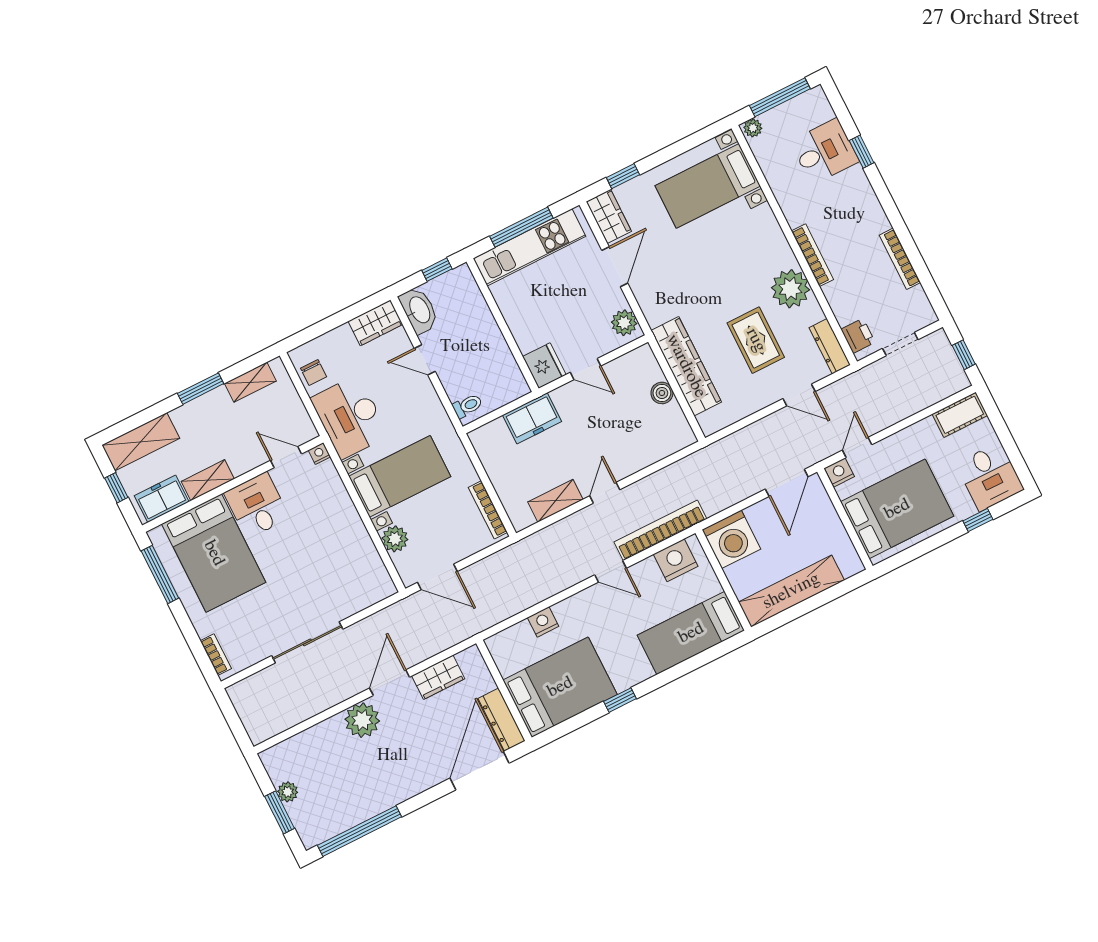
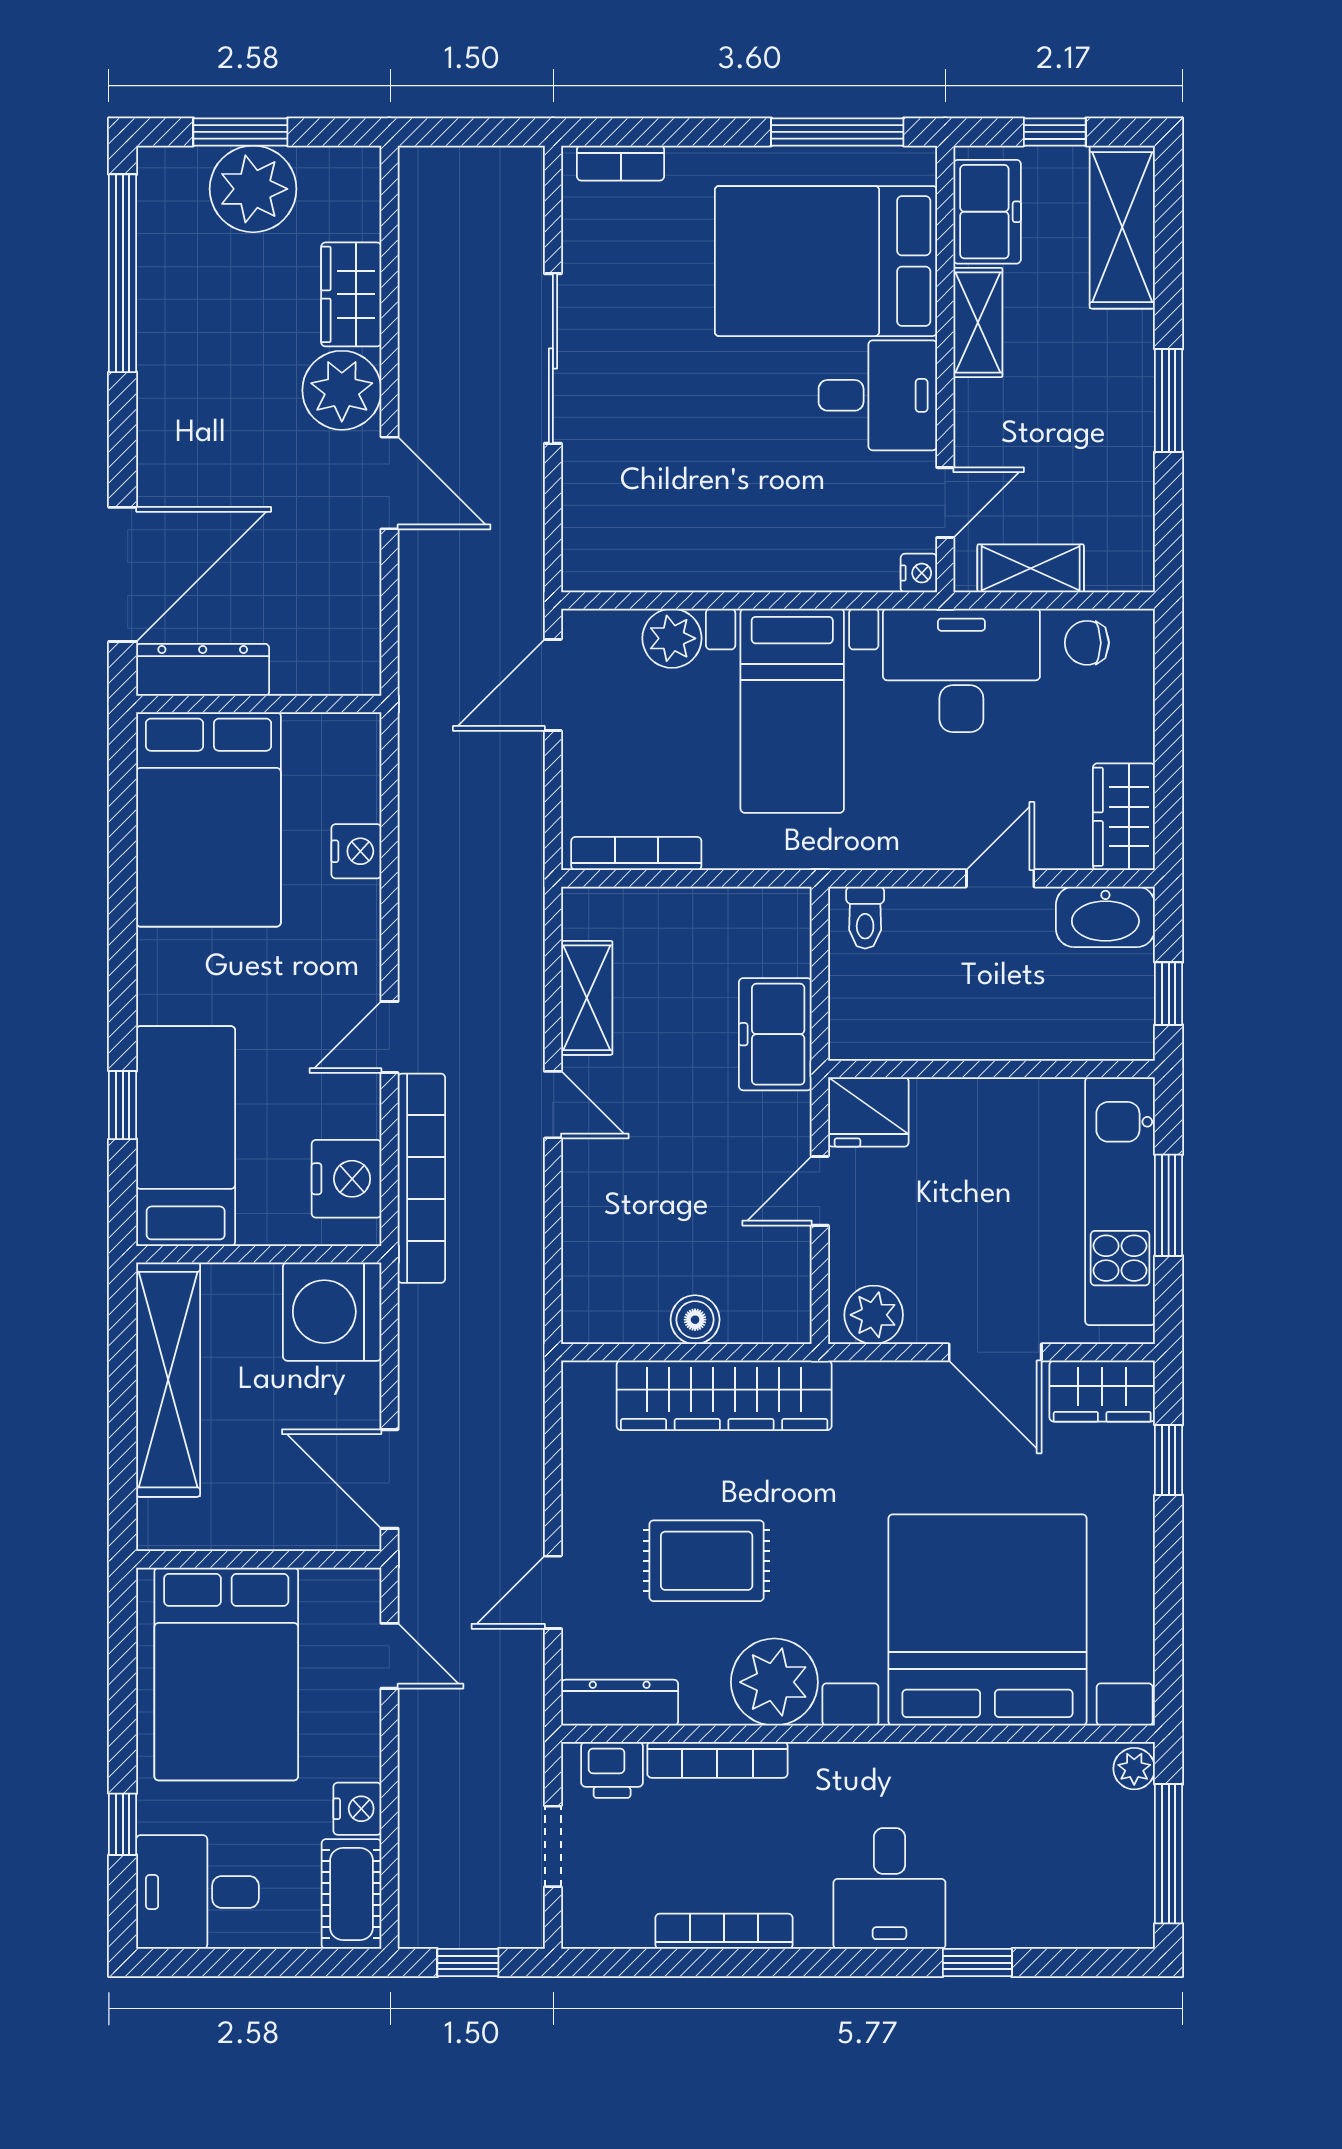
desk: (825, 151) -> (889, 1888), moved
bed with nightstands: (708, 186) -> (988, 1620), width x1.85
window: (521, 227) -> (1169, 1205), width x0.69
bookcase: (812, 255) -> (717, 1760), moved
shelving: (250, 382) -> (1031, 568), moved, turned 90
nightstand: (839, 472) -> (357, 1809), moved
wardrobe: (438, 677) -> (351, 294), moved
window: (620, 700) -> (123, 1105), moved
door: (480, 771) -> (123, 574), hinge flipped
plant: (288, 792) -> (253, 189), width x1.88, depth x1.88

